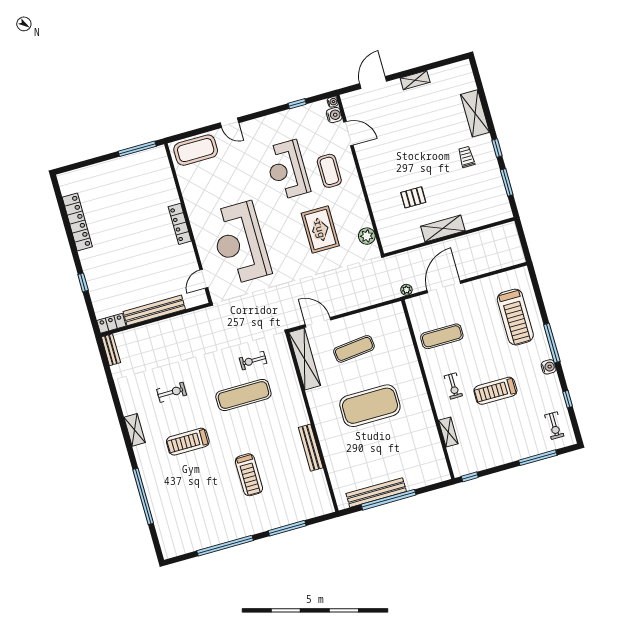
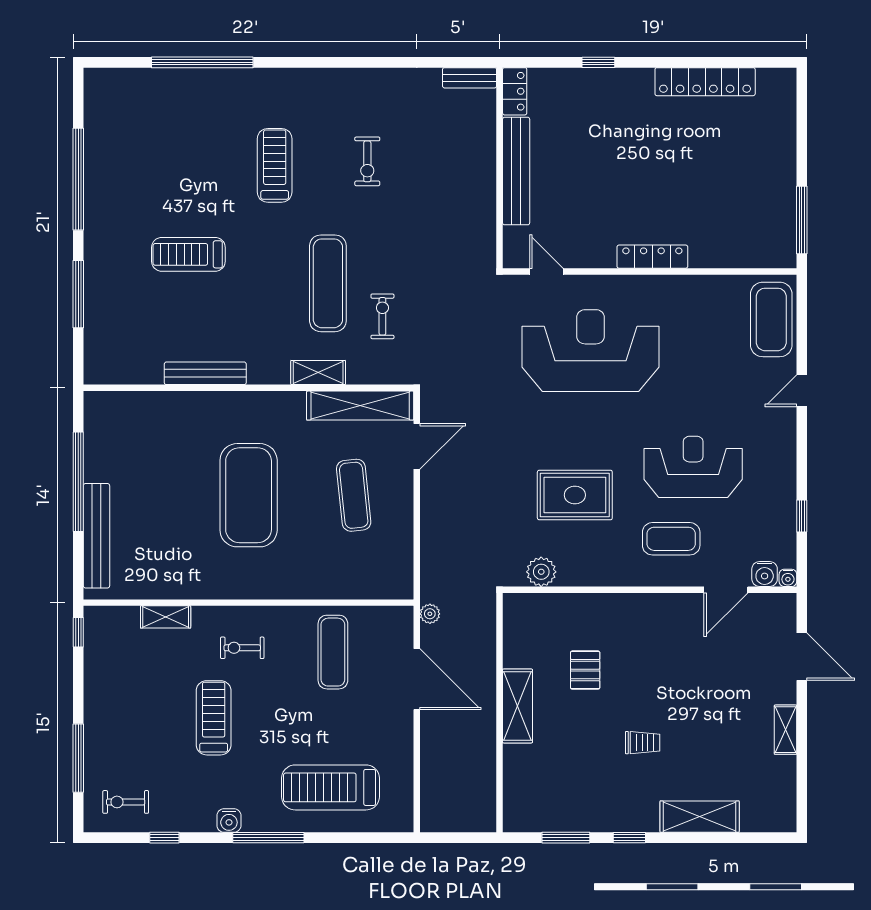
trolley: (466, 157) -> (643, 743), moved
shelving: (135, 430) -> (318, 373), moved
bench: (376, 493) -> (96, 536), moved

